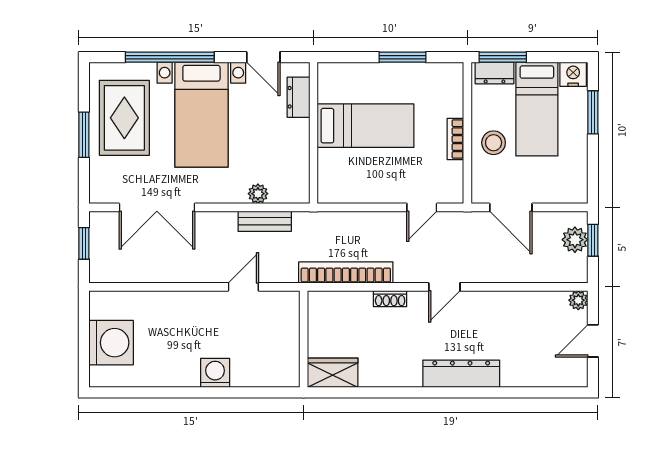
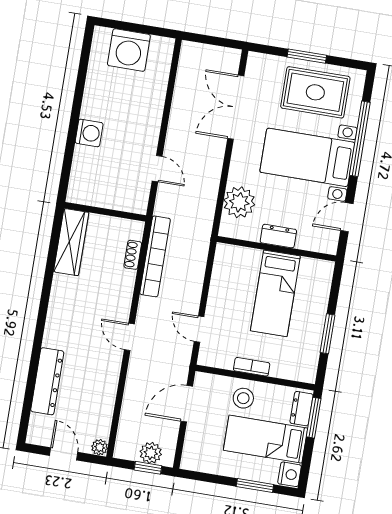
dresser: (298, 97) -> (278, 236), moved
plant: (258, 194) -> (239, 202), width x1.87, depth x1.87
bench: (265, 221) -> (209, 196), removed
window: (84, 243) -> (216, 41), removed
shoe rack: (390, 299) -> (133, 255), moved
wardrobe: (333, 373) -> (71, 242), width x1.50
dresser: (461, 374) -> (47, 381), moved

